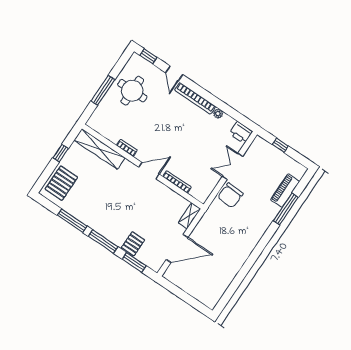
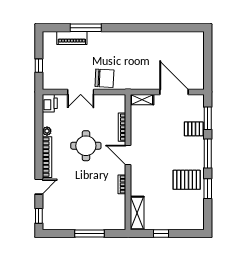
round table: (132, 91) -> (86, 146), moved
shelving: (100, 149) -> (137, 213), width x0.68
pallet: (61, 183) -> (187, 180), moved
window: (72, 221) -> (208, 189), width x0.69

